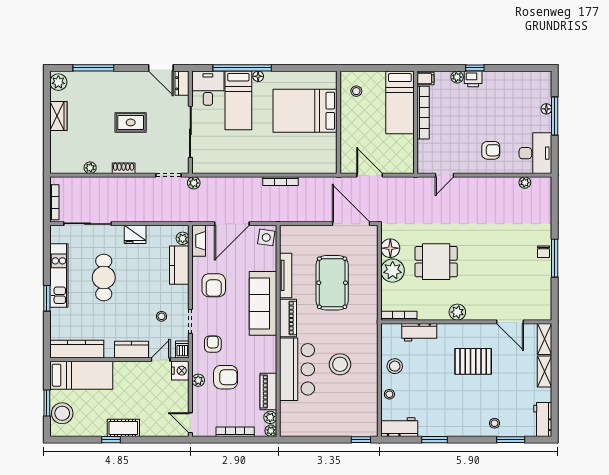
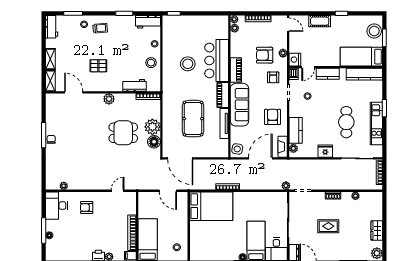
bed: (305, 111) -> (211, 206), moved
pallet: (473, 361) -> (98, 66), width x0.67, depth x0.71
piano: (268, 391) -> (236, 70), moved
trolley: (470, 417) -> (100, 28), added
cot: (123, 428) -> (320, 21), moved

